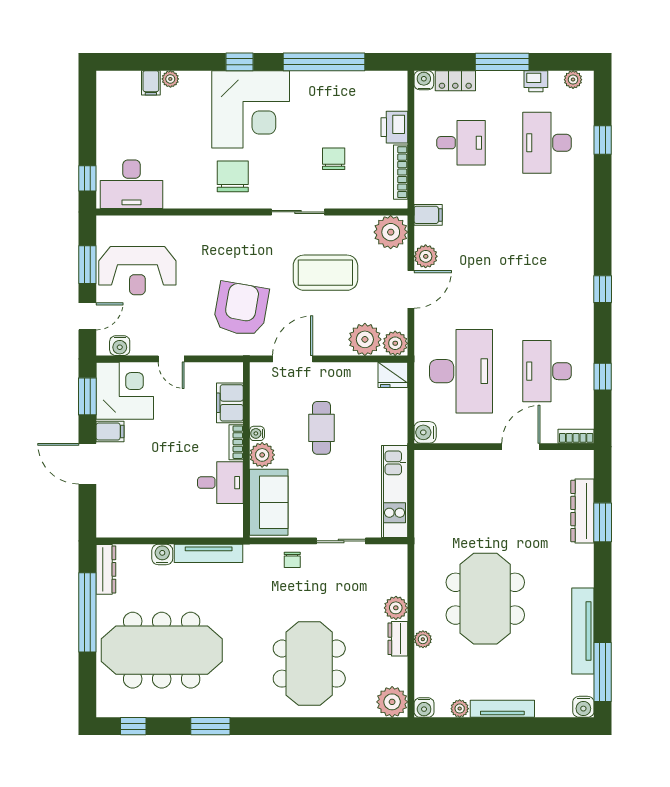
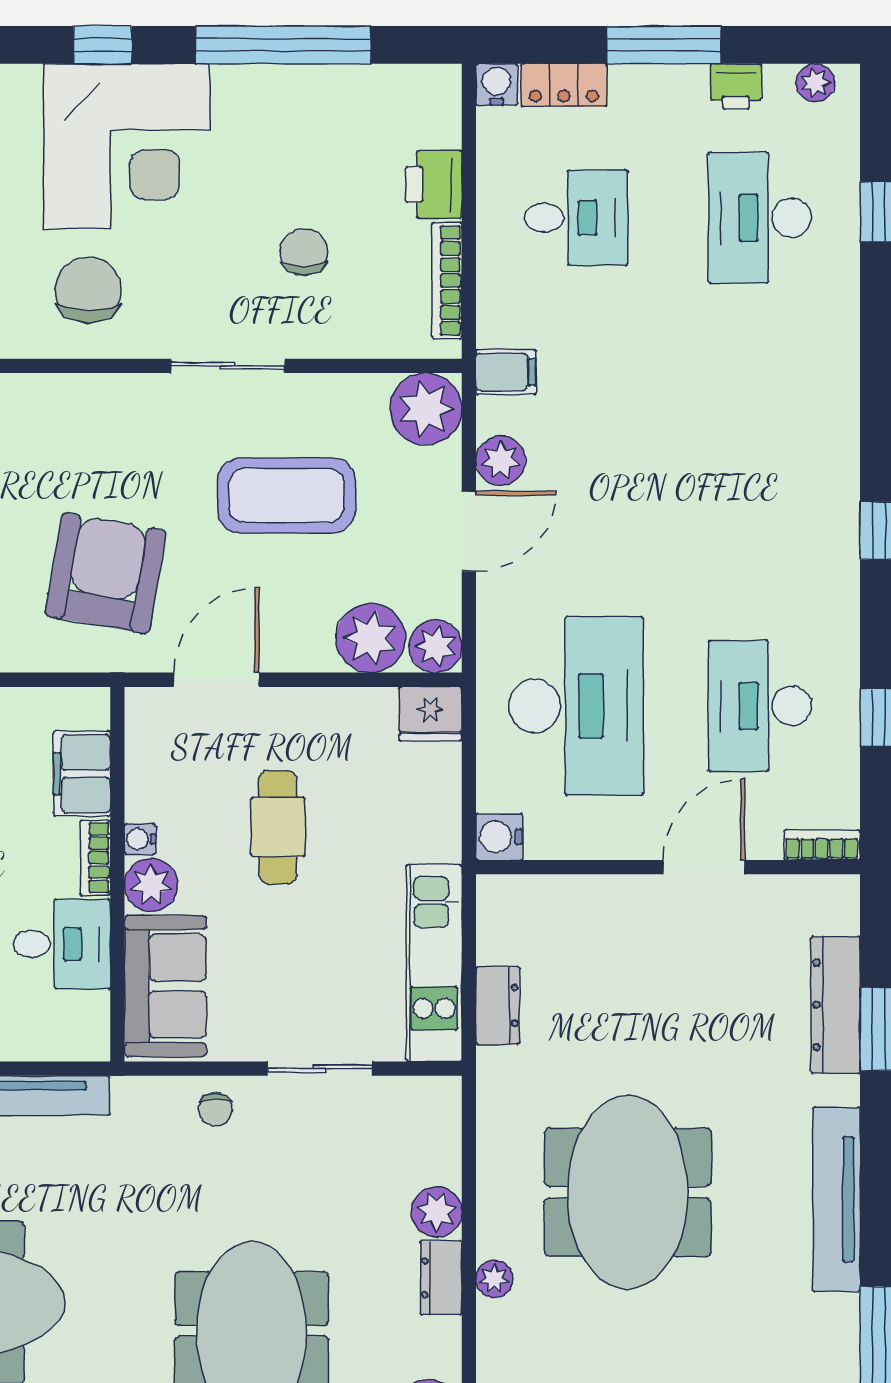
dresser: (424, 511) -> (498, 1005), added
tv unit: (583, 631) -> (837, 1199), moved

